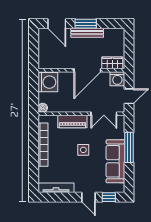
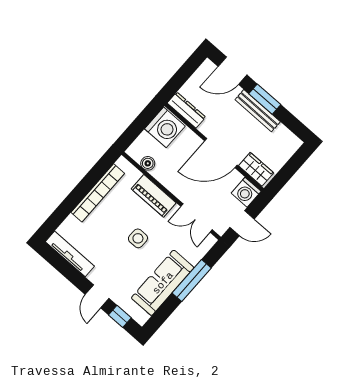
door: (57, 24) -> (232, 71), hinge flipped
dresser: (51, 64) -> (186, 110), added
boiler: (43, 108) -> (148, 163), moved

